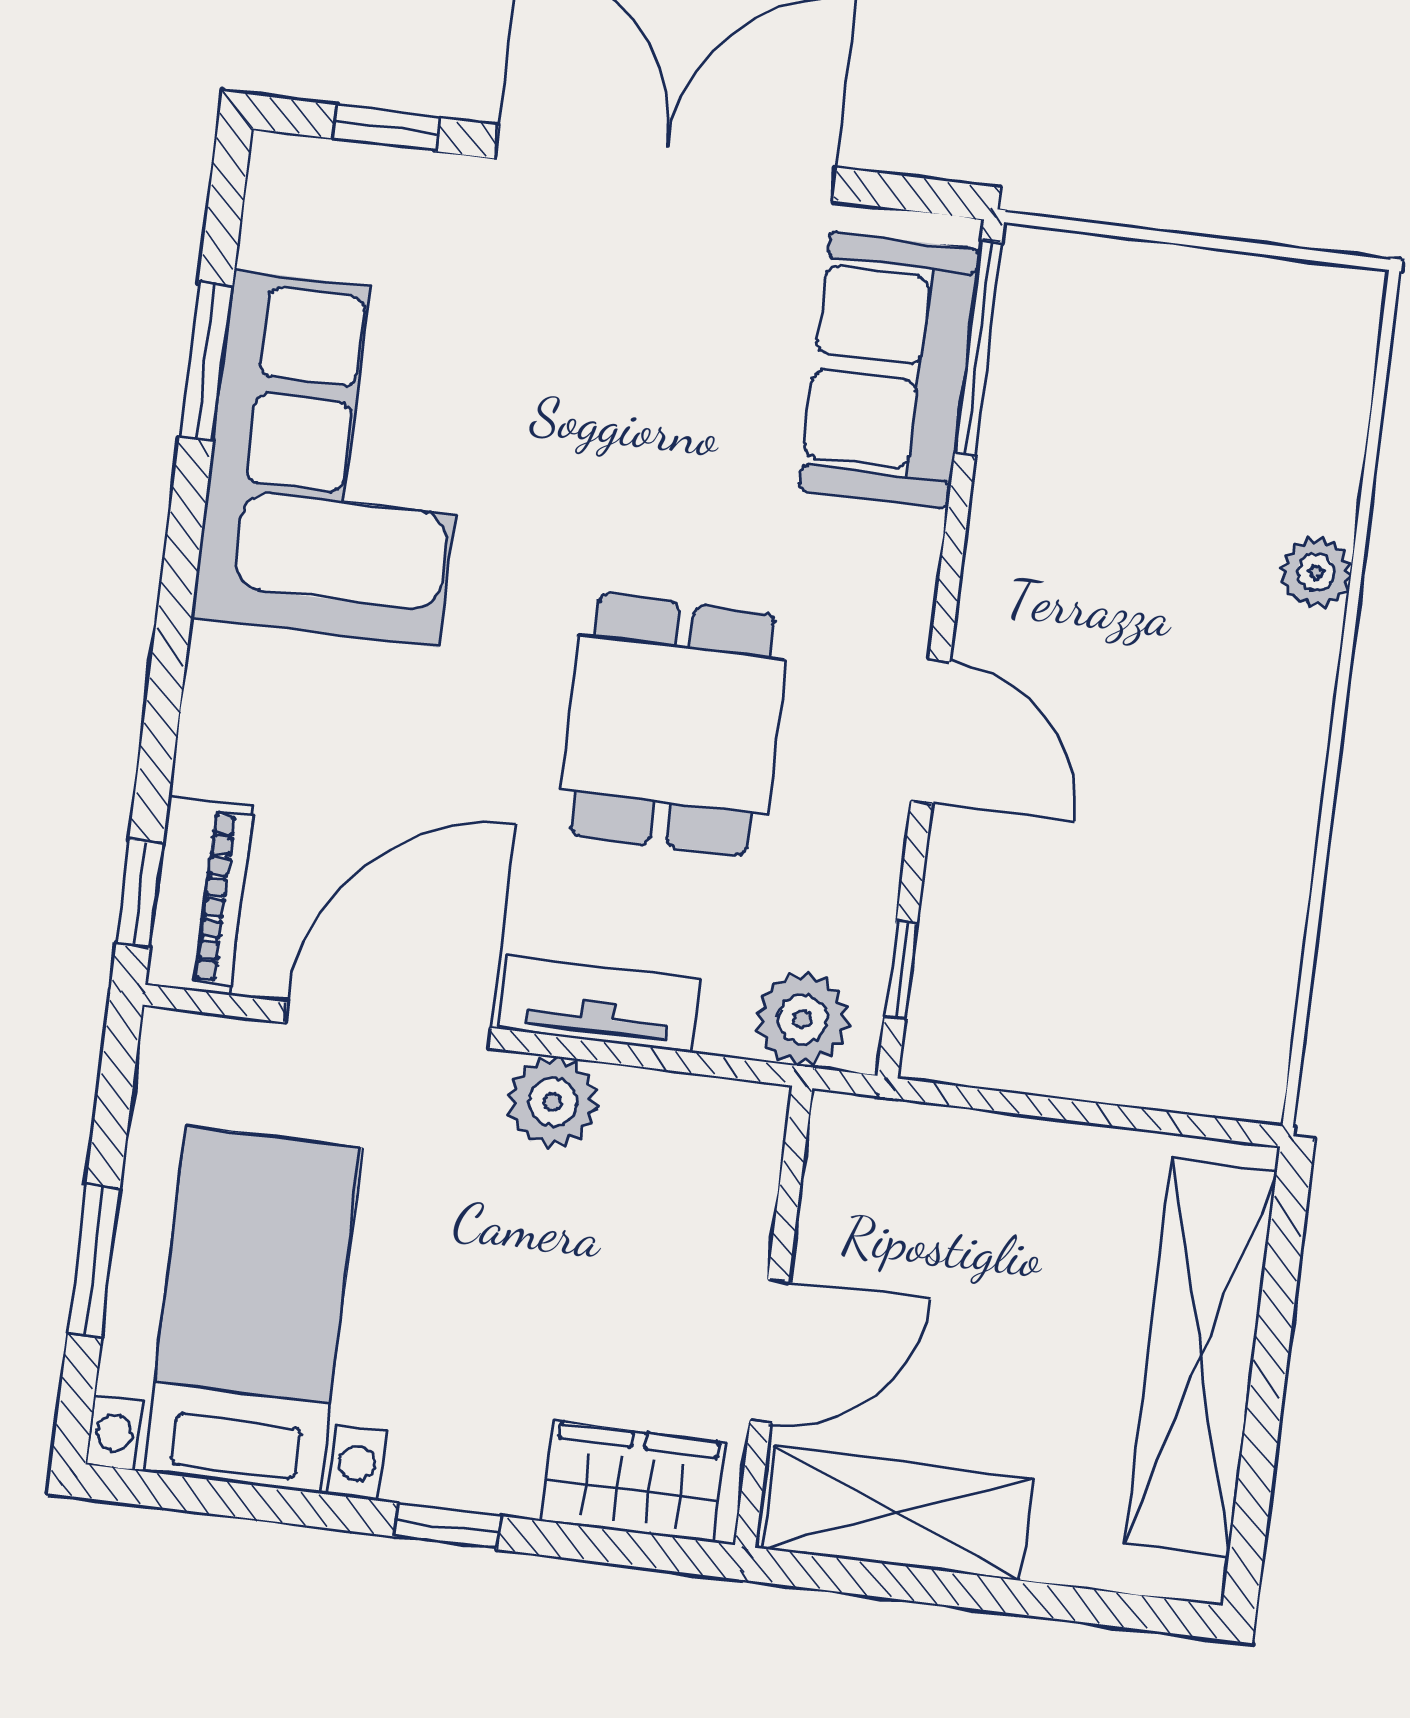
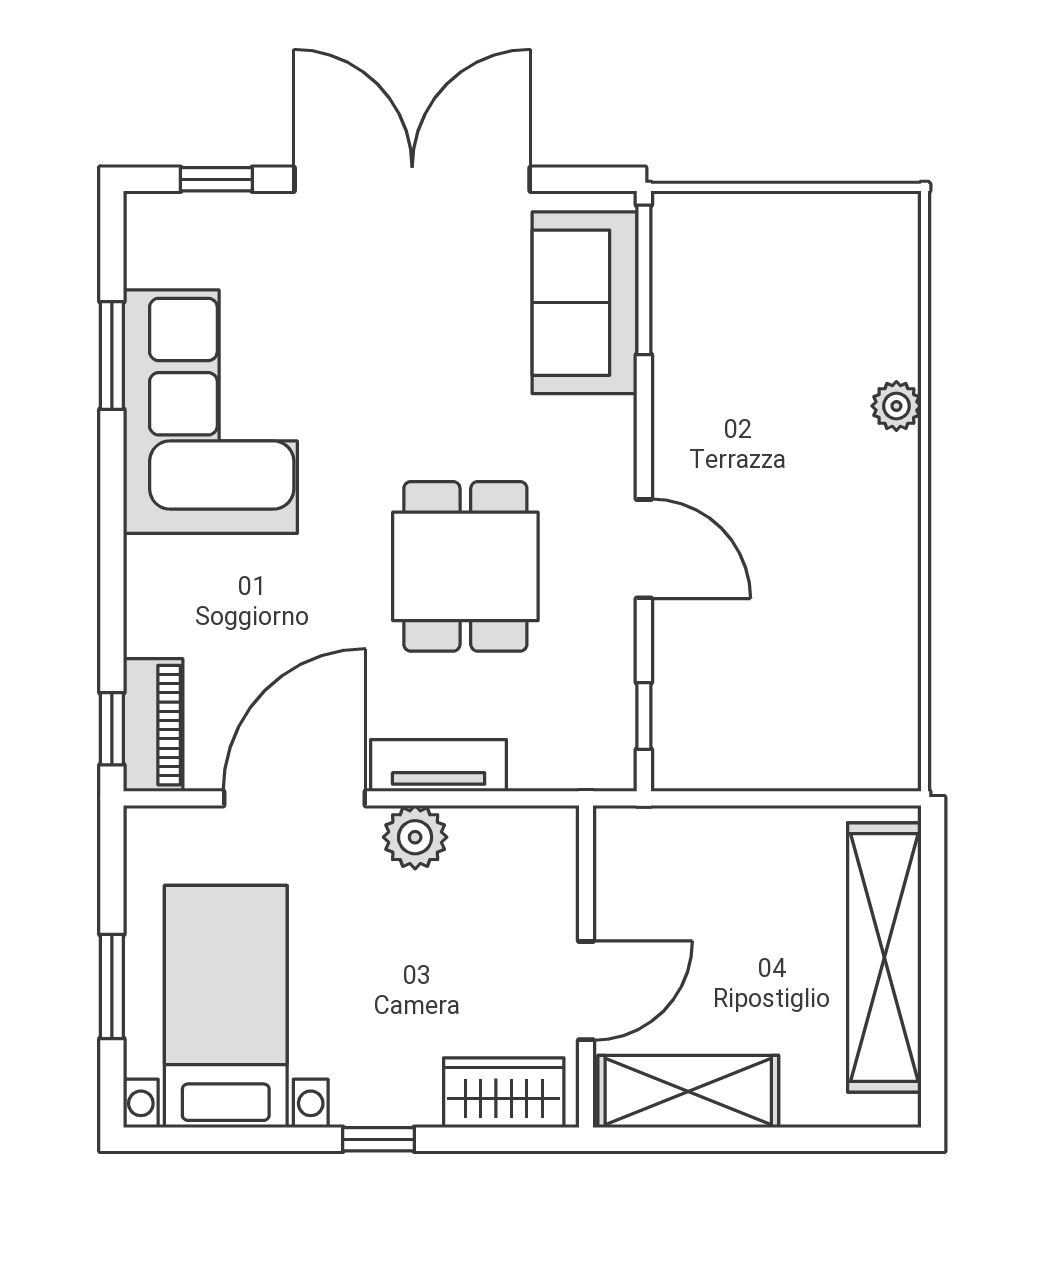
plant: (802, 1019) -> (580, 759), removed

